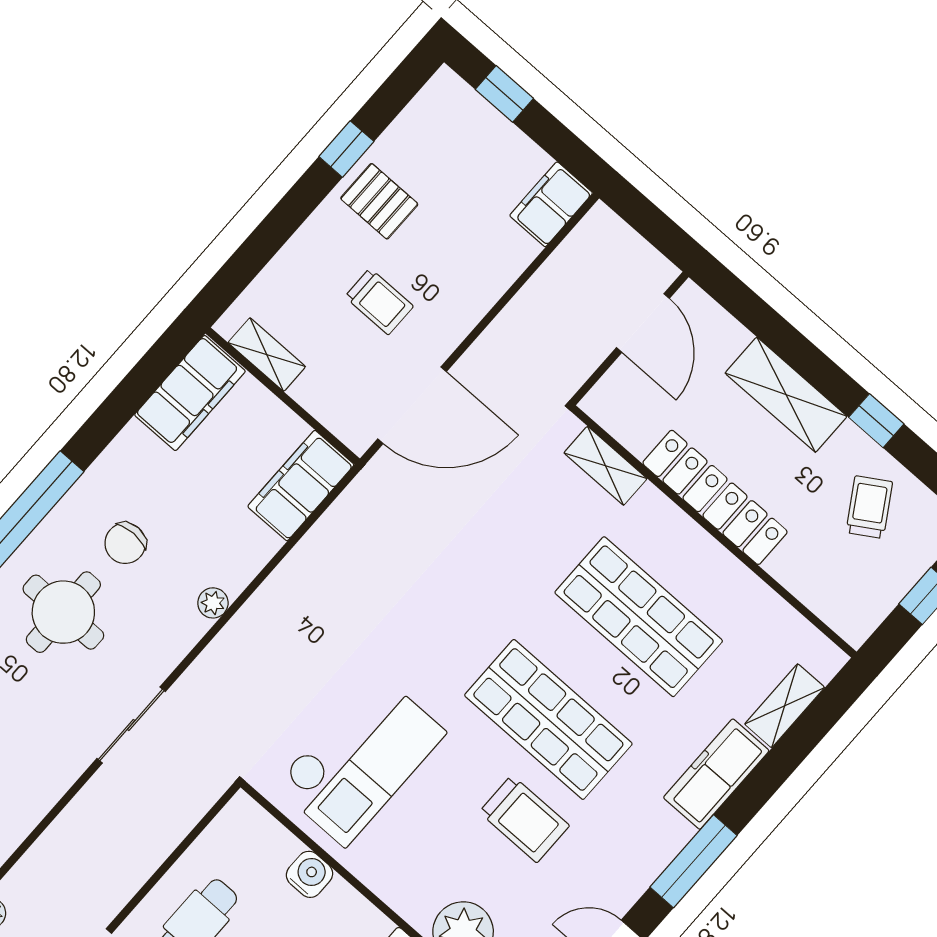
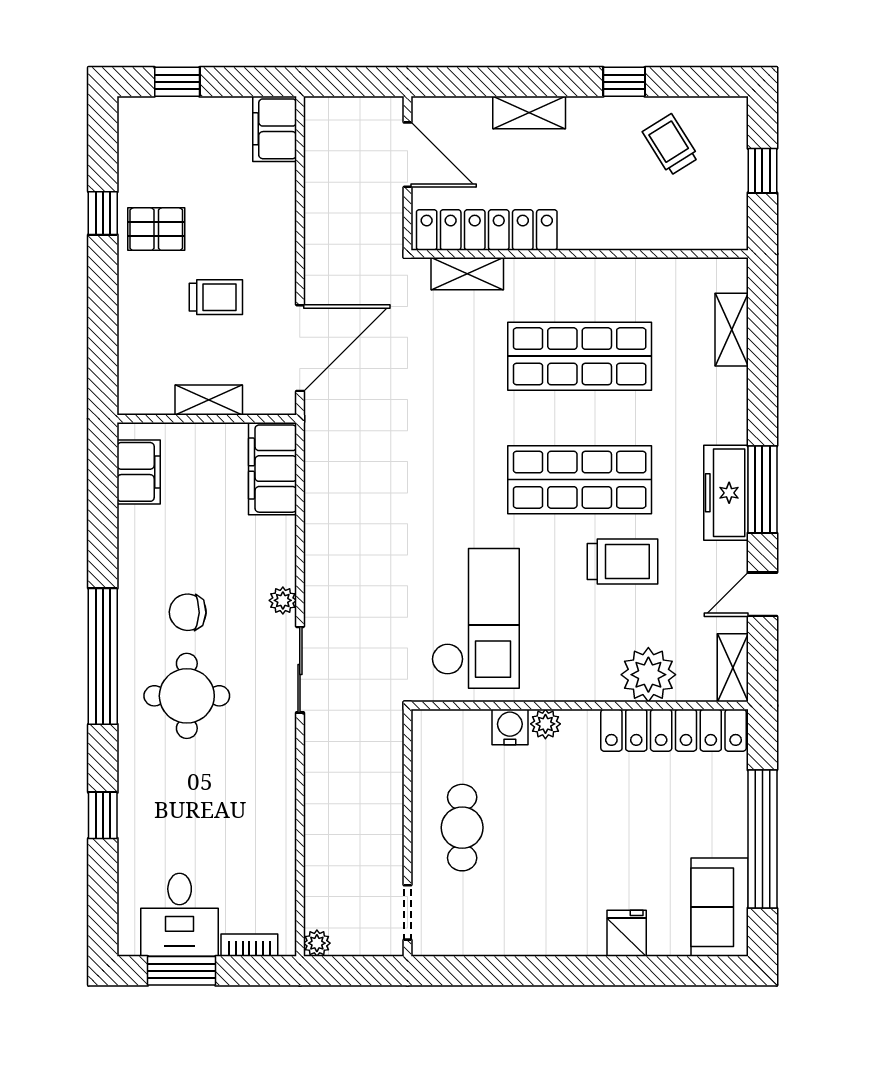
shelving: (267, 355) -> (209, 400), moved
filing cabinet: (190, 393) -> (139, 472), width x0.67, depth x0.86
shelving: (786, 395) -> (529, 113), width x0.67, depth x0.75
locker: (715, 497) -> (487, 230), moved
chair: (125, 543) -> (188, 612), turned 92
sliding door: (131, 725) -> (300, 670), moved
freezer: (716, 774) -> (726, 493), moved
plant: (341, 898) -> (545, 724), added

